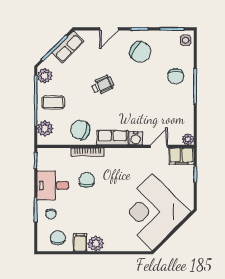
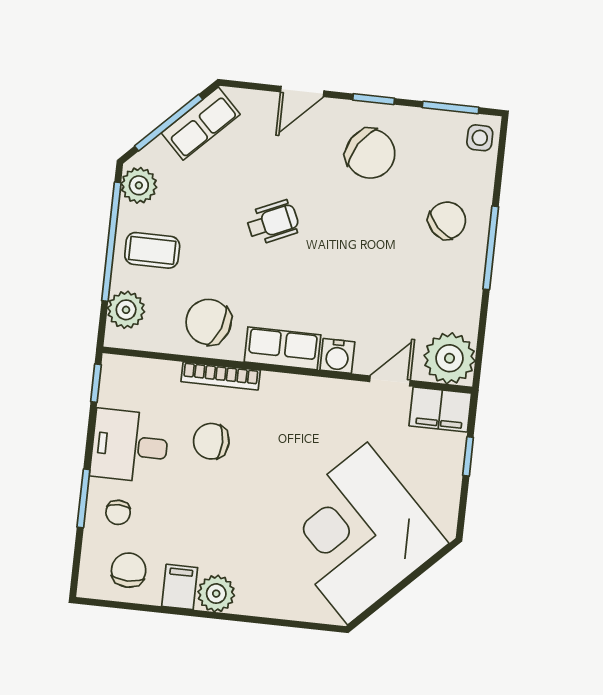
chair: (176, 76) -> (447, 220), turned -135
plant: (188, 139) -> (450, 358), width x1.88, depth x1.88
chair: (87, 180) -> (211, 441), turned -90

